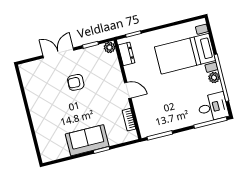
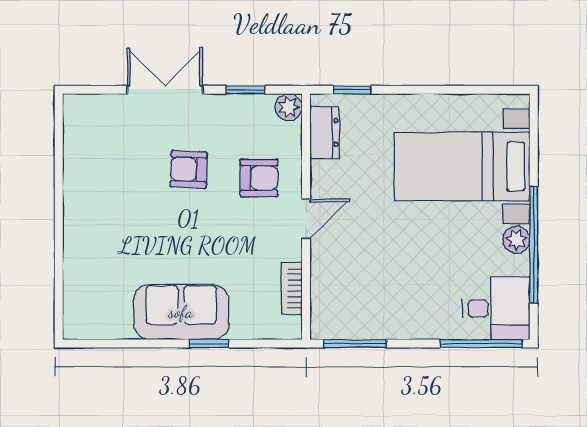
armchair: (105, 79) -> (259, 178), added
door: (128, 90) -> (306, 219), hinge flipped

